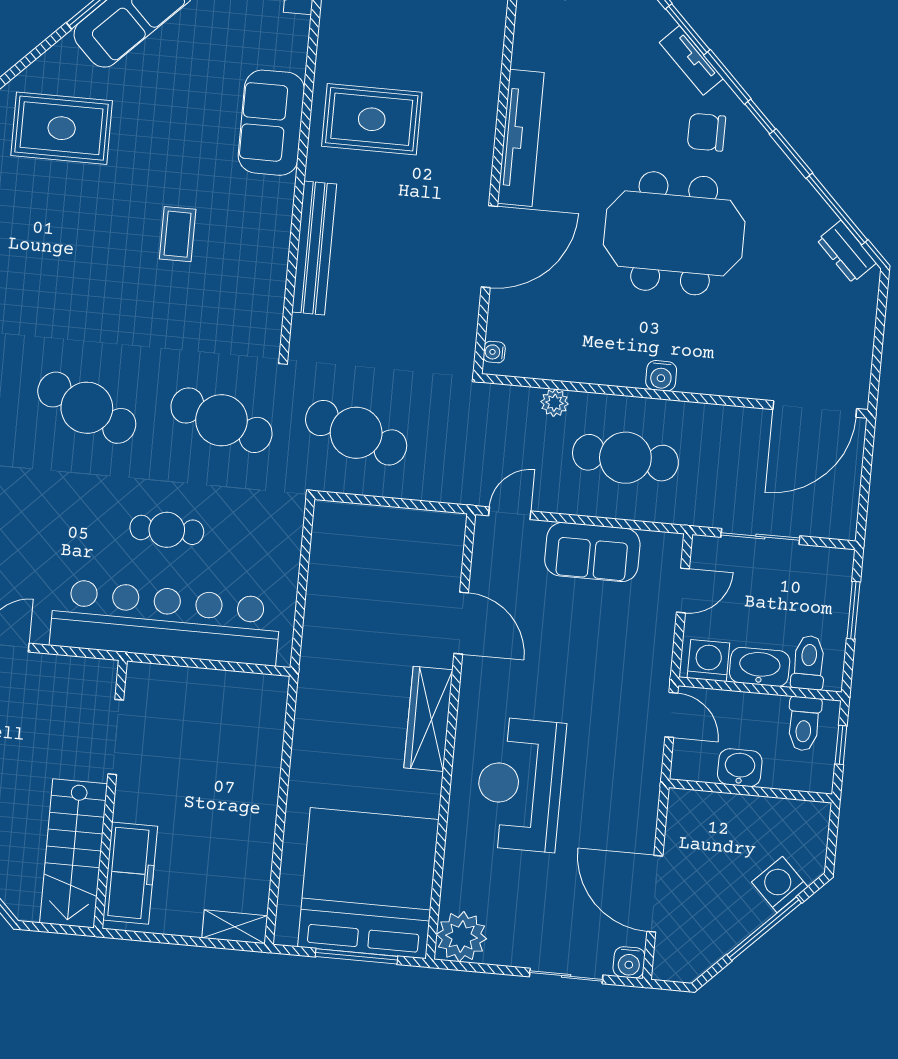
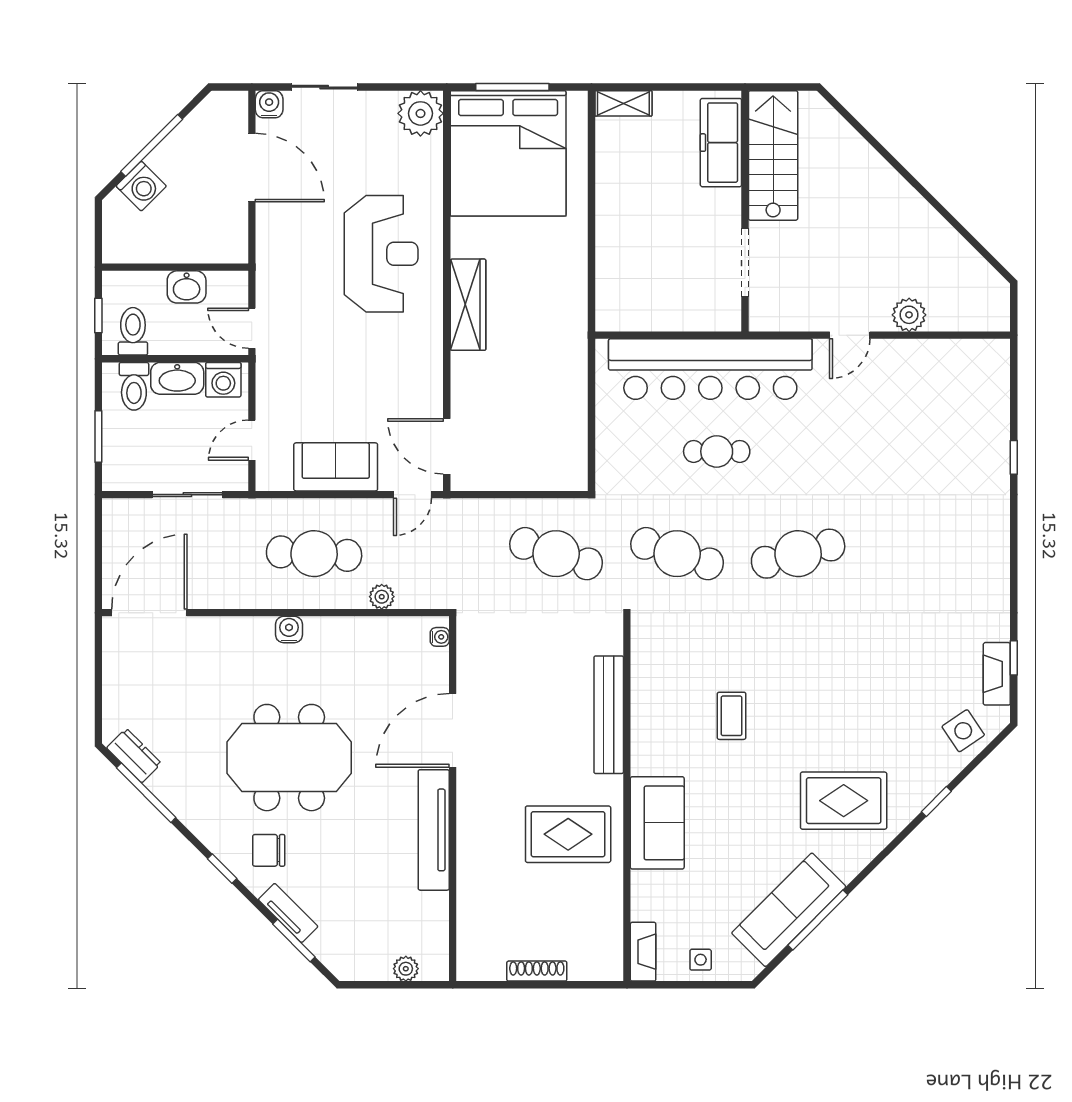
chair: (706, 132) -> (269, 850), turned 180
cafe table: (87, 408) -> (798, 554), turned -39
door: (461, 623) -> (447, 446), moved

